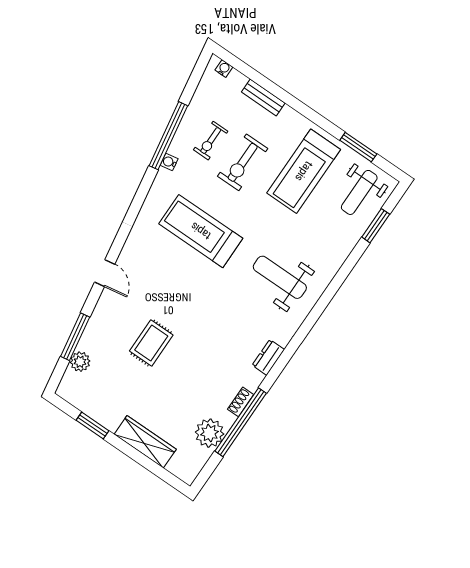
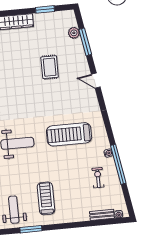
bench: (263, 98) -> (102, 215), moved
exercise bike: (243, 162) -> (76, 180), removed
treadmill: (304, 171) -> (46, 198), width x0.73, depth x0.73
treadmill: (201, 231) -> (69, 134), turned 180

